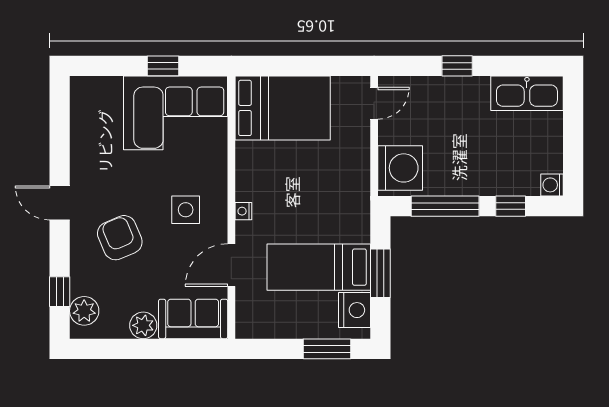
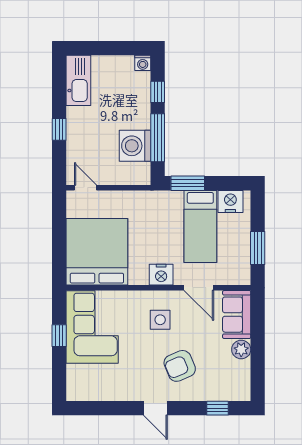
bed: (283, 108) -> (97, 252), width x1.36
washing machine: (400, 168) -> (135, 146), moved, turned -90
door: (60, 203) -> (155, 408), hinge flipped
nightstand: (243, 211) -> (161, 275), width x1.89, depth x1.79
window: (380, 273) -> (188, 183), moved
plant: (84, 311) -> (231, 391), removed
window: (327, 349) -> (258, 248), moved

